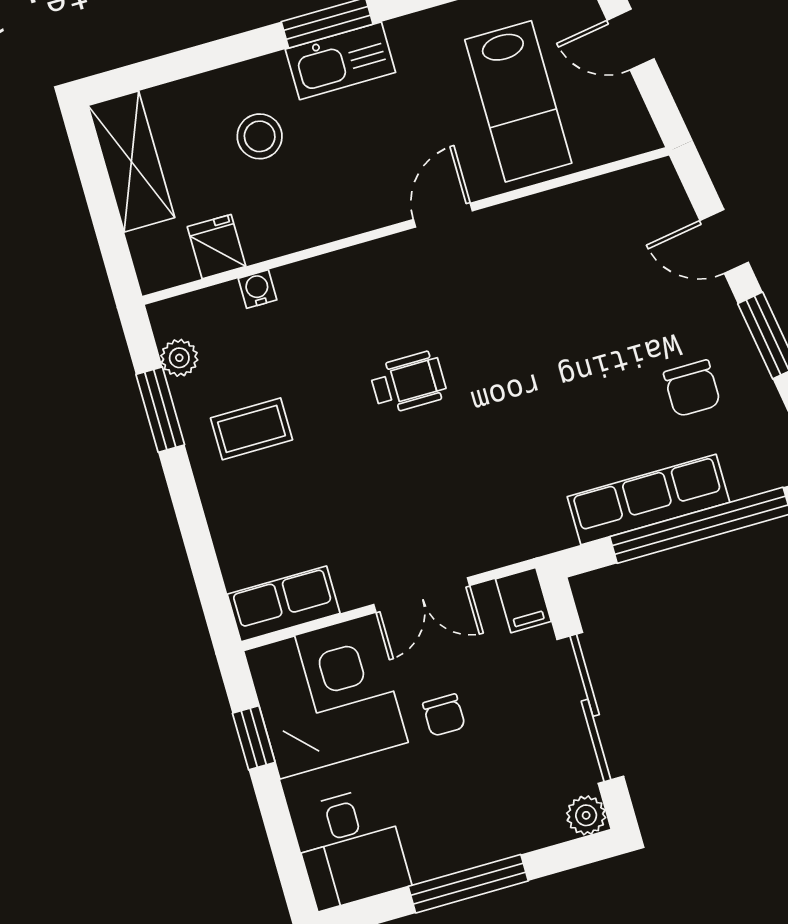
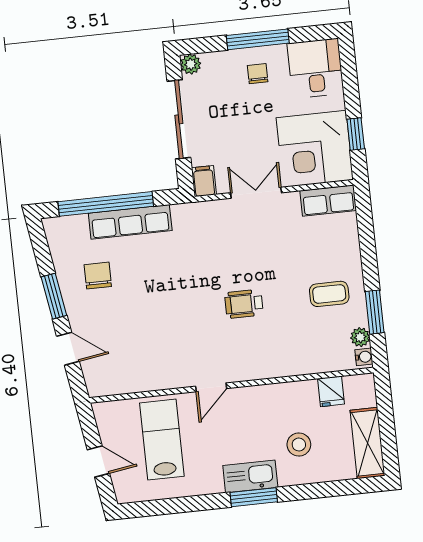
water cooler: (258, 289) -> (364, 357), moved, turned -90
chair: (444, 715) -> (258, 74), moved

